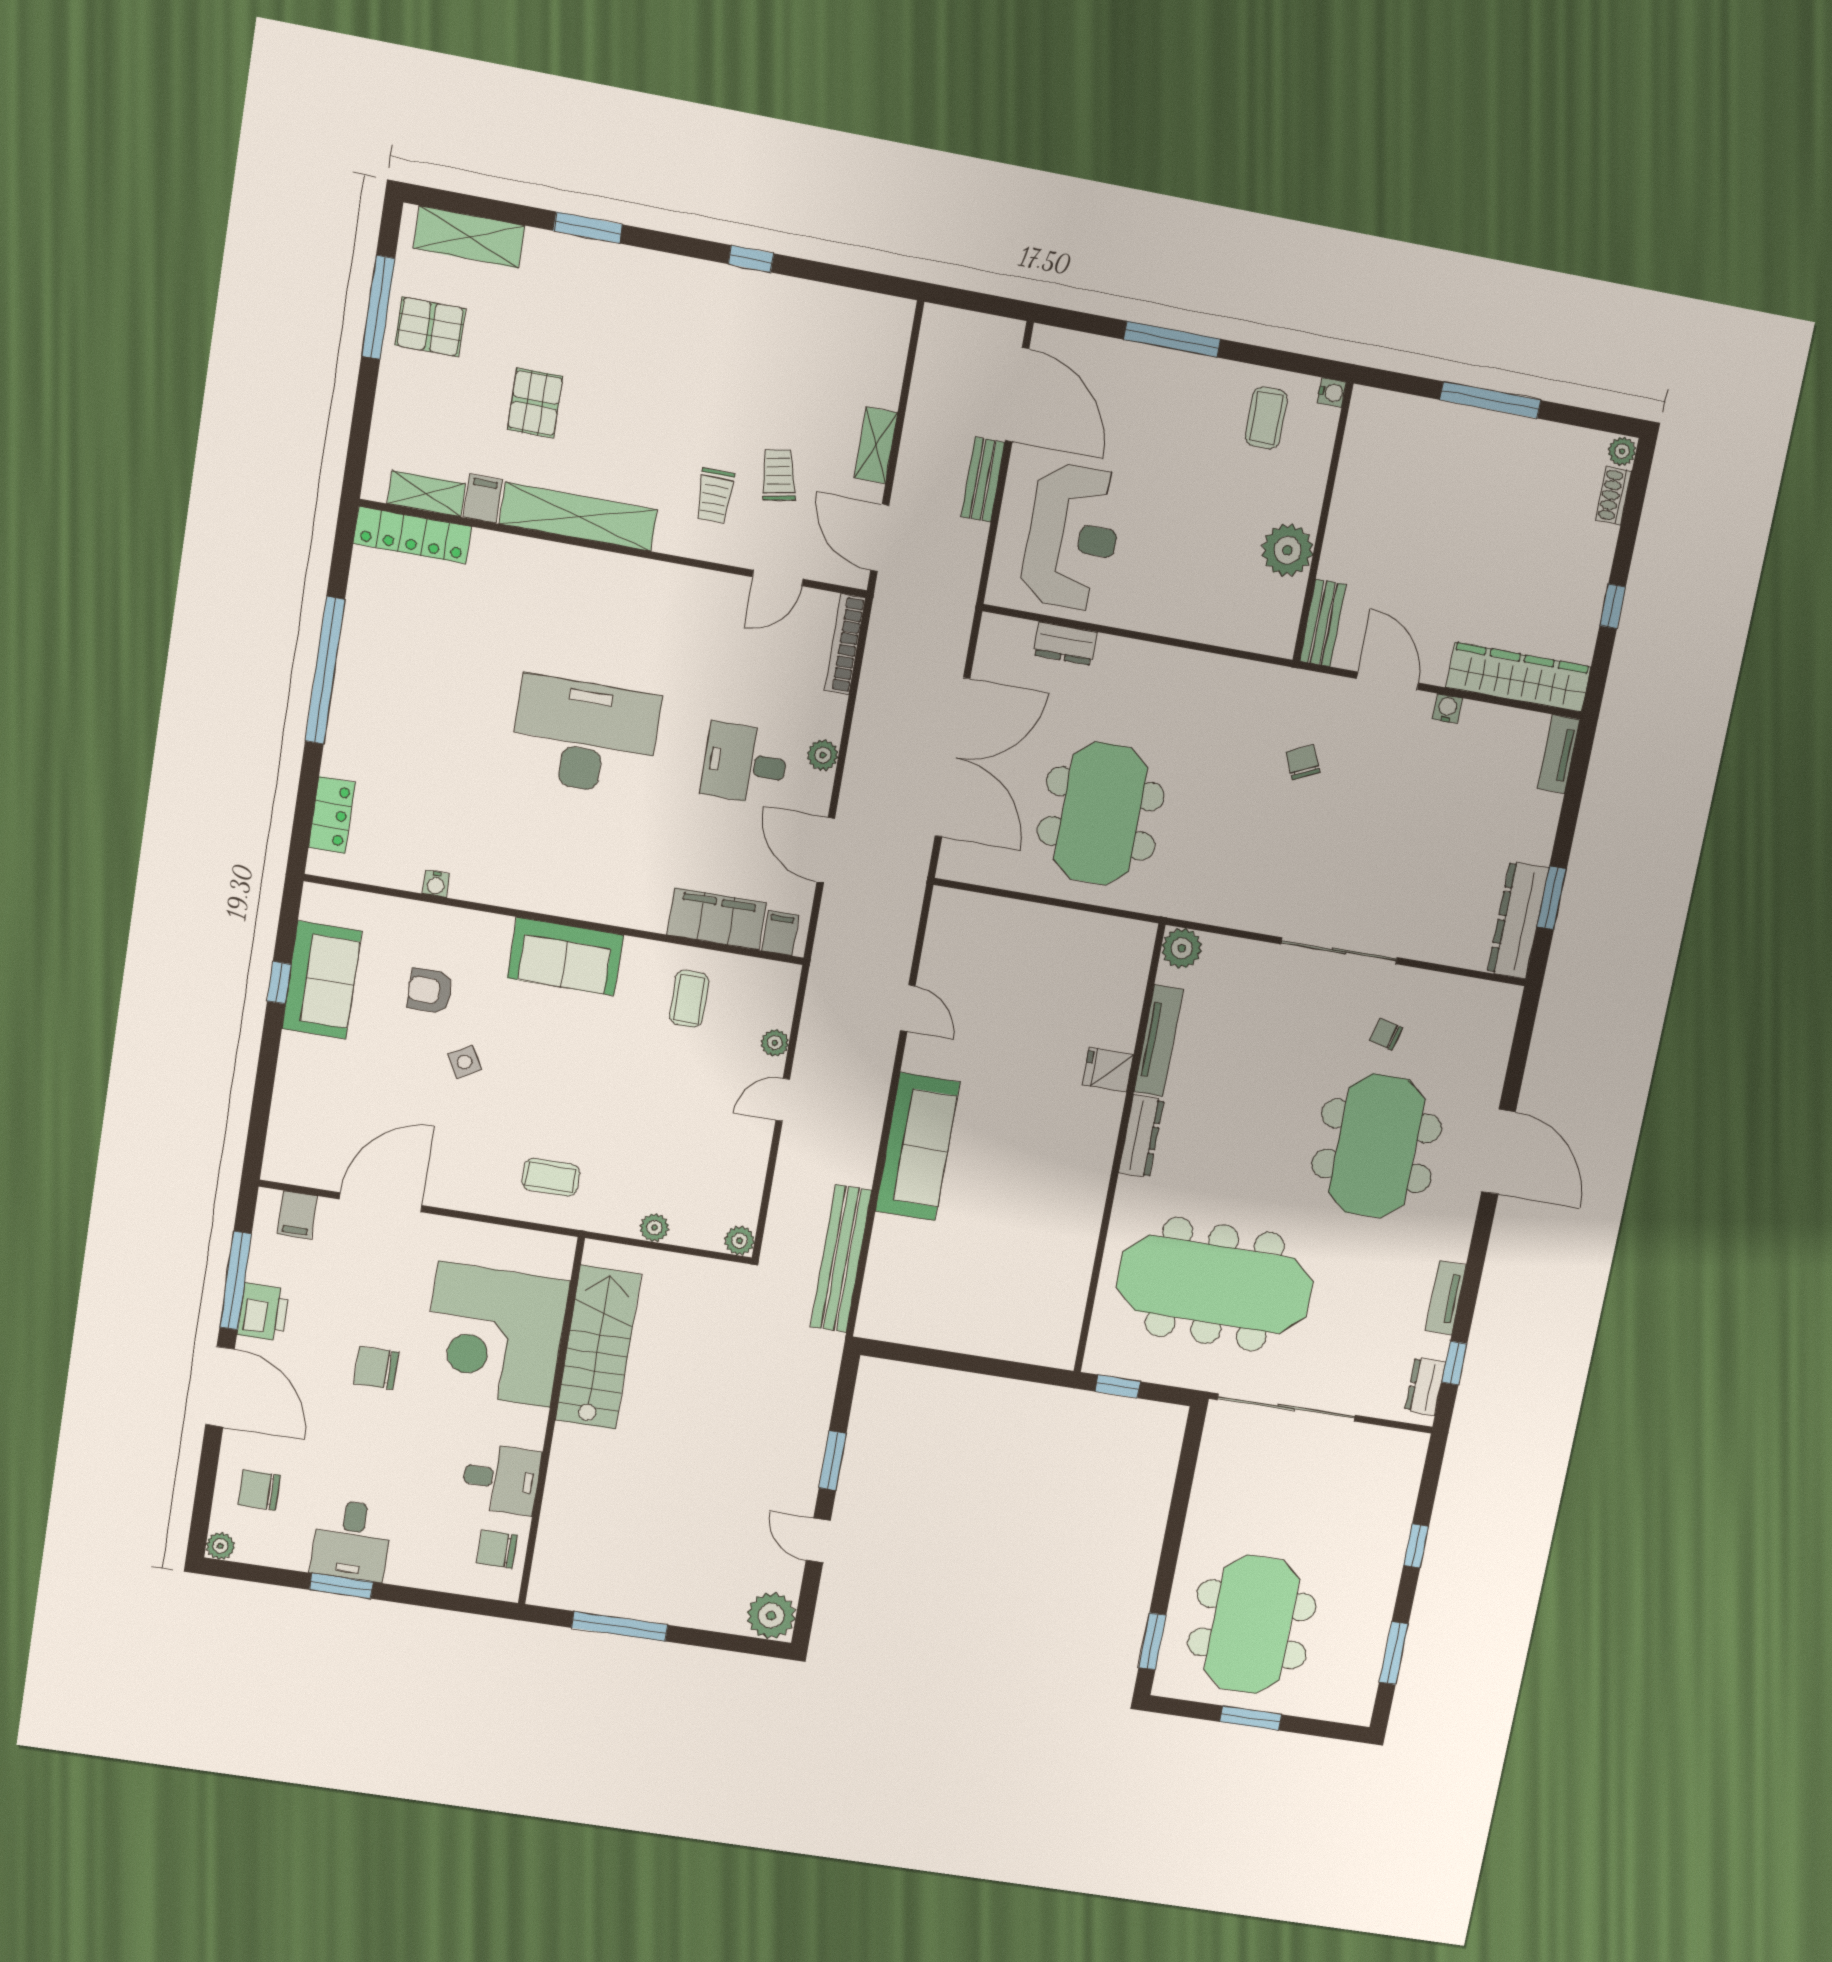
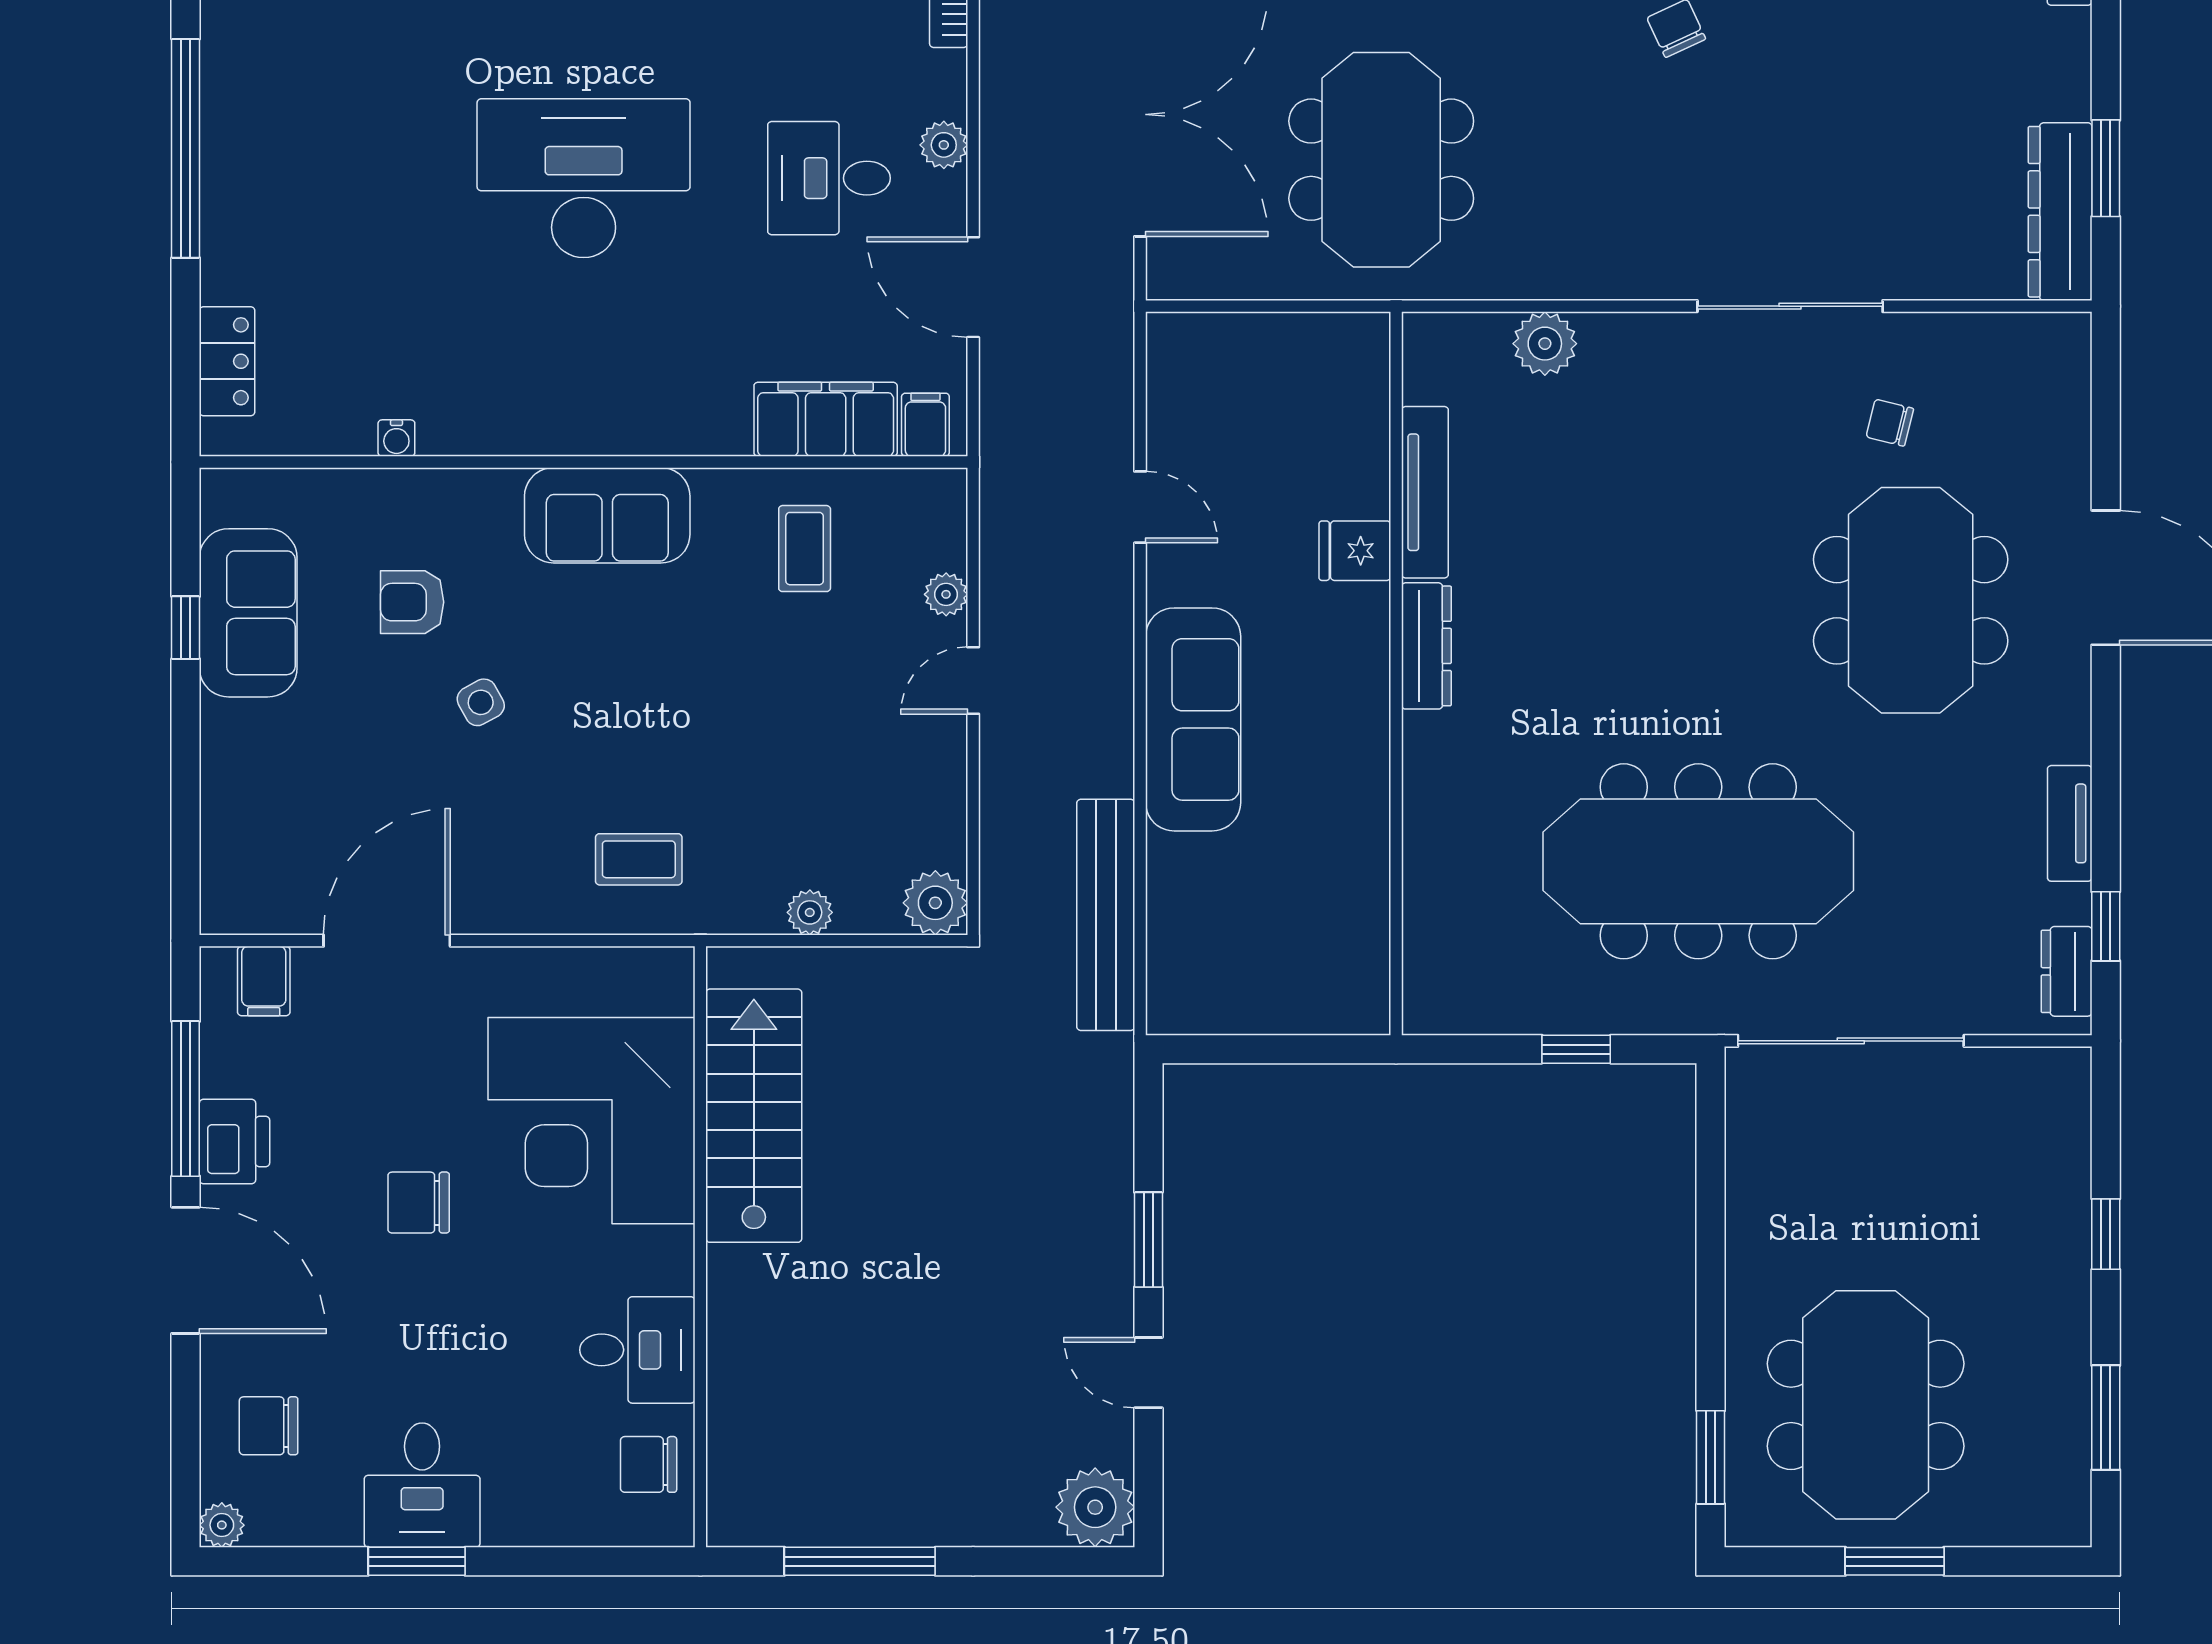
tv unit: (1159, 1041) -> (1425, 492), moved
fridge: (1108, 1070) -> (1355, 551), moved
dresser: (1141, 1136) -> (1426, 646), moved
wall: (1119, 1150) -> (1396, 673), moved
plant: (740, 1241) -> (935, 903), width x1.38, depth x1.38

